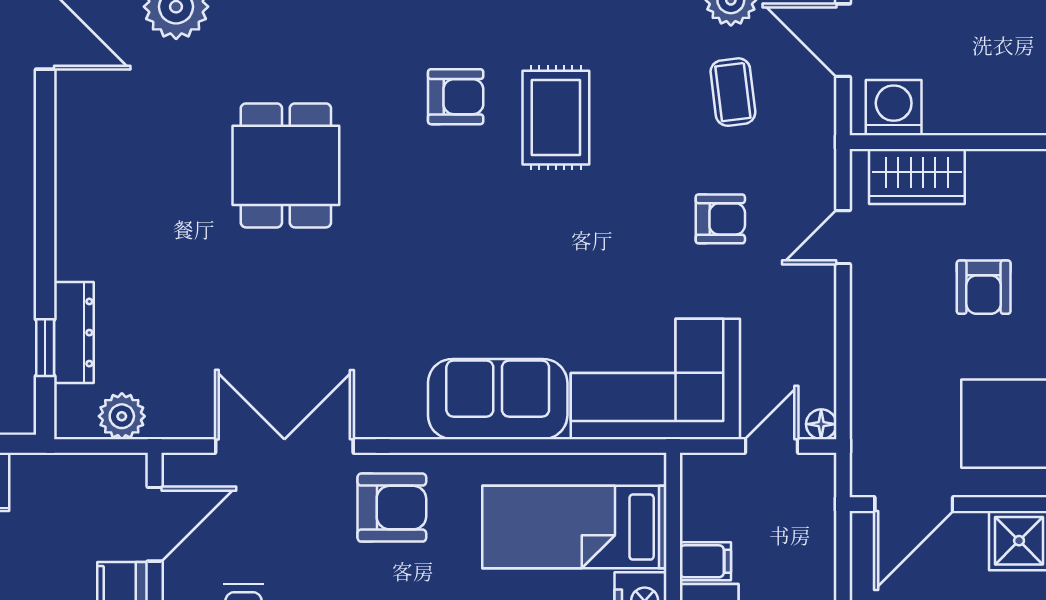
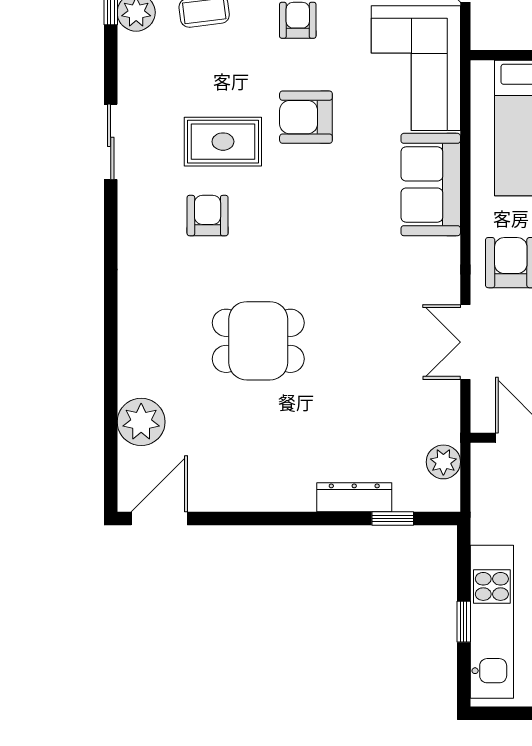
armchair: (589, 230) -> (306, 117), added
dresser: (74, 333) -> (354, 497), moved
double door: (284, 446) -> (465, 342), width x0.73

